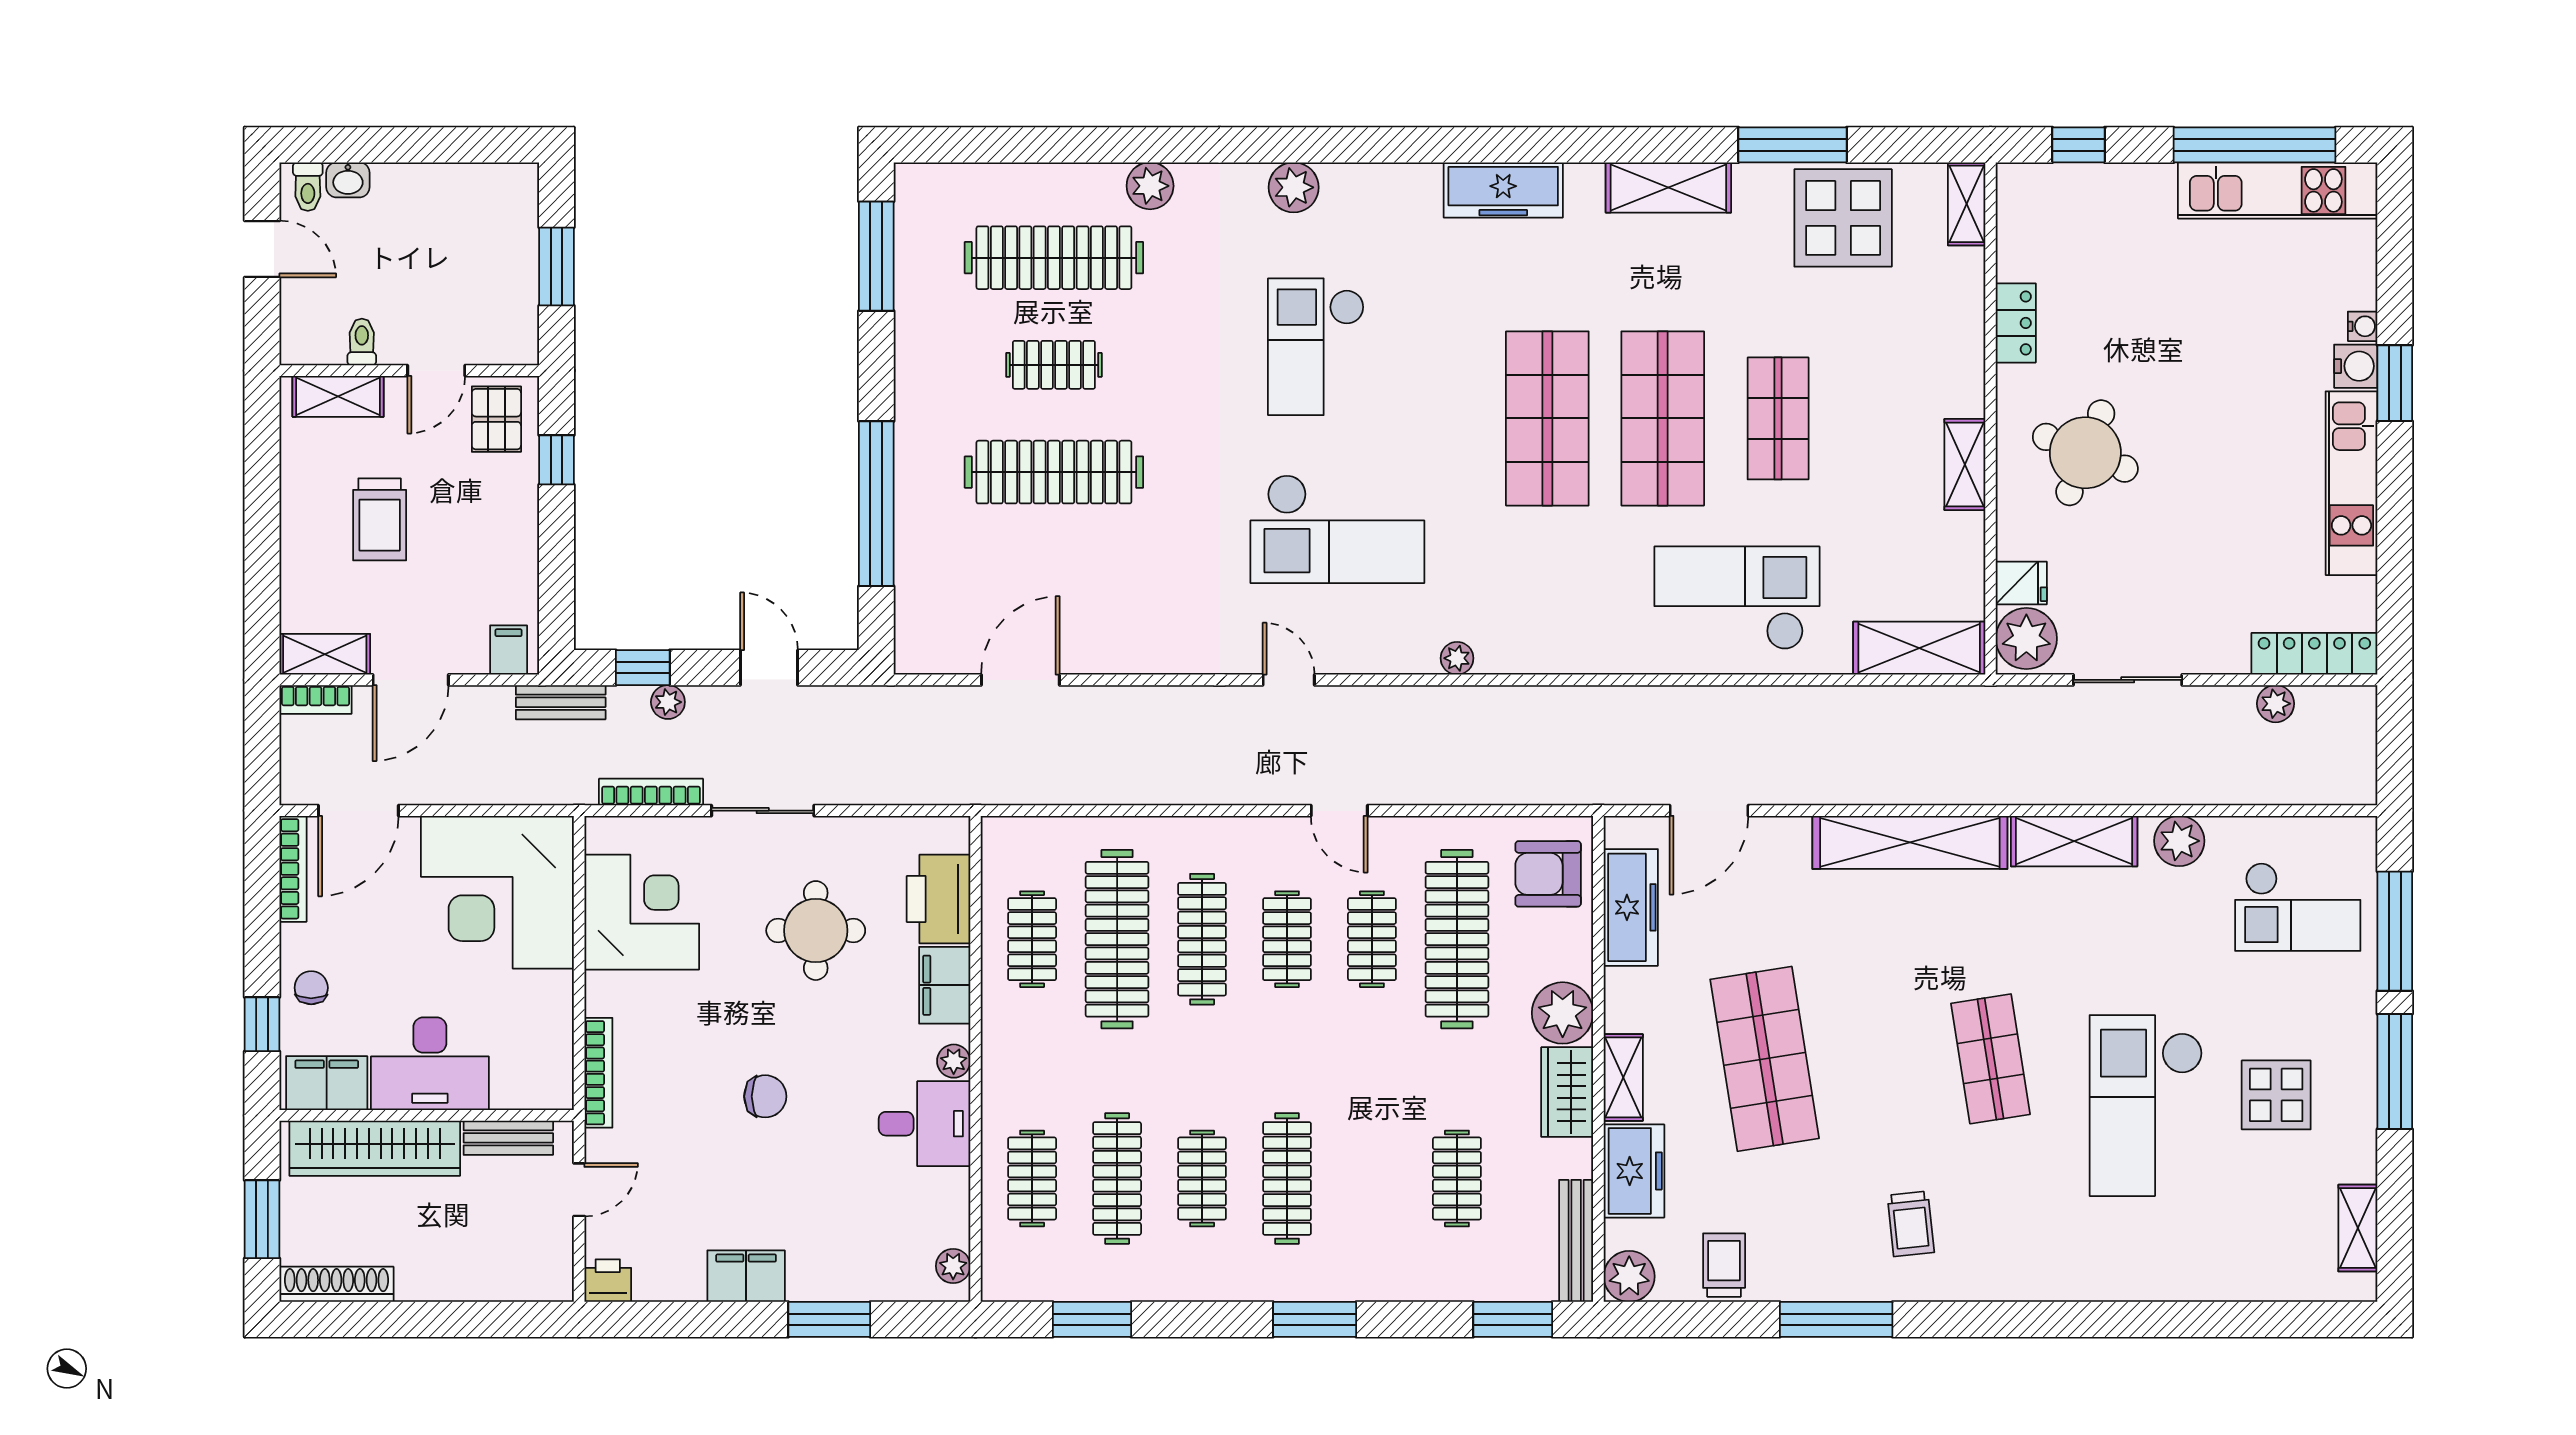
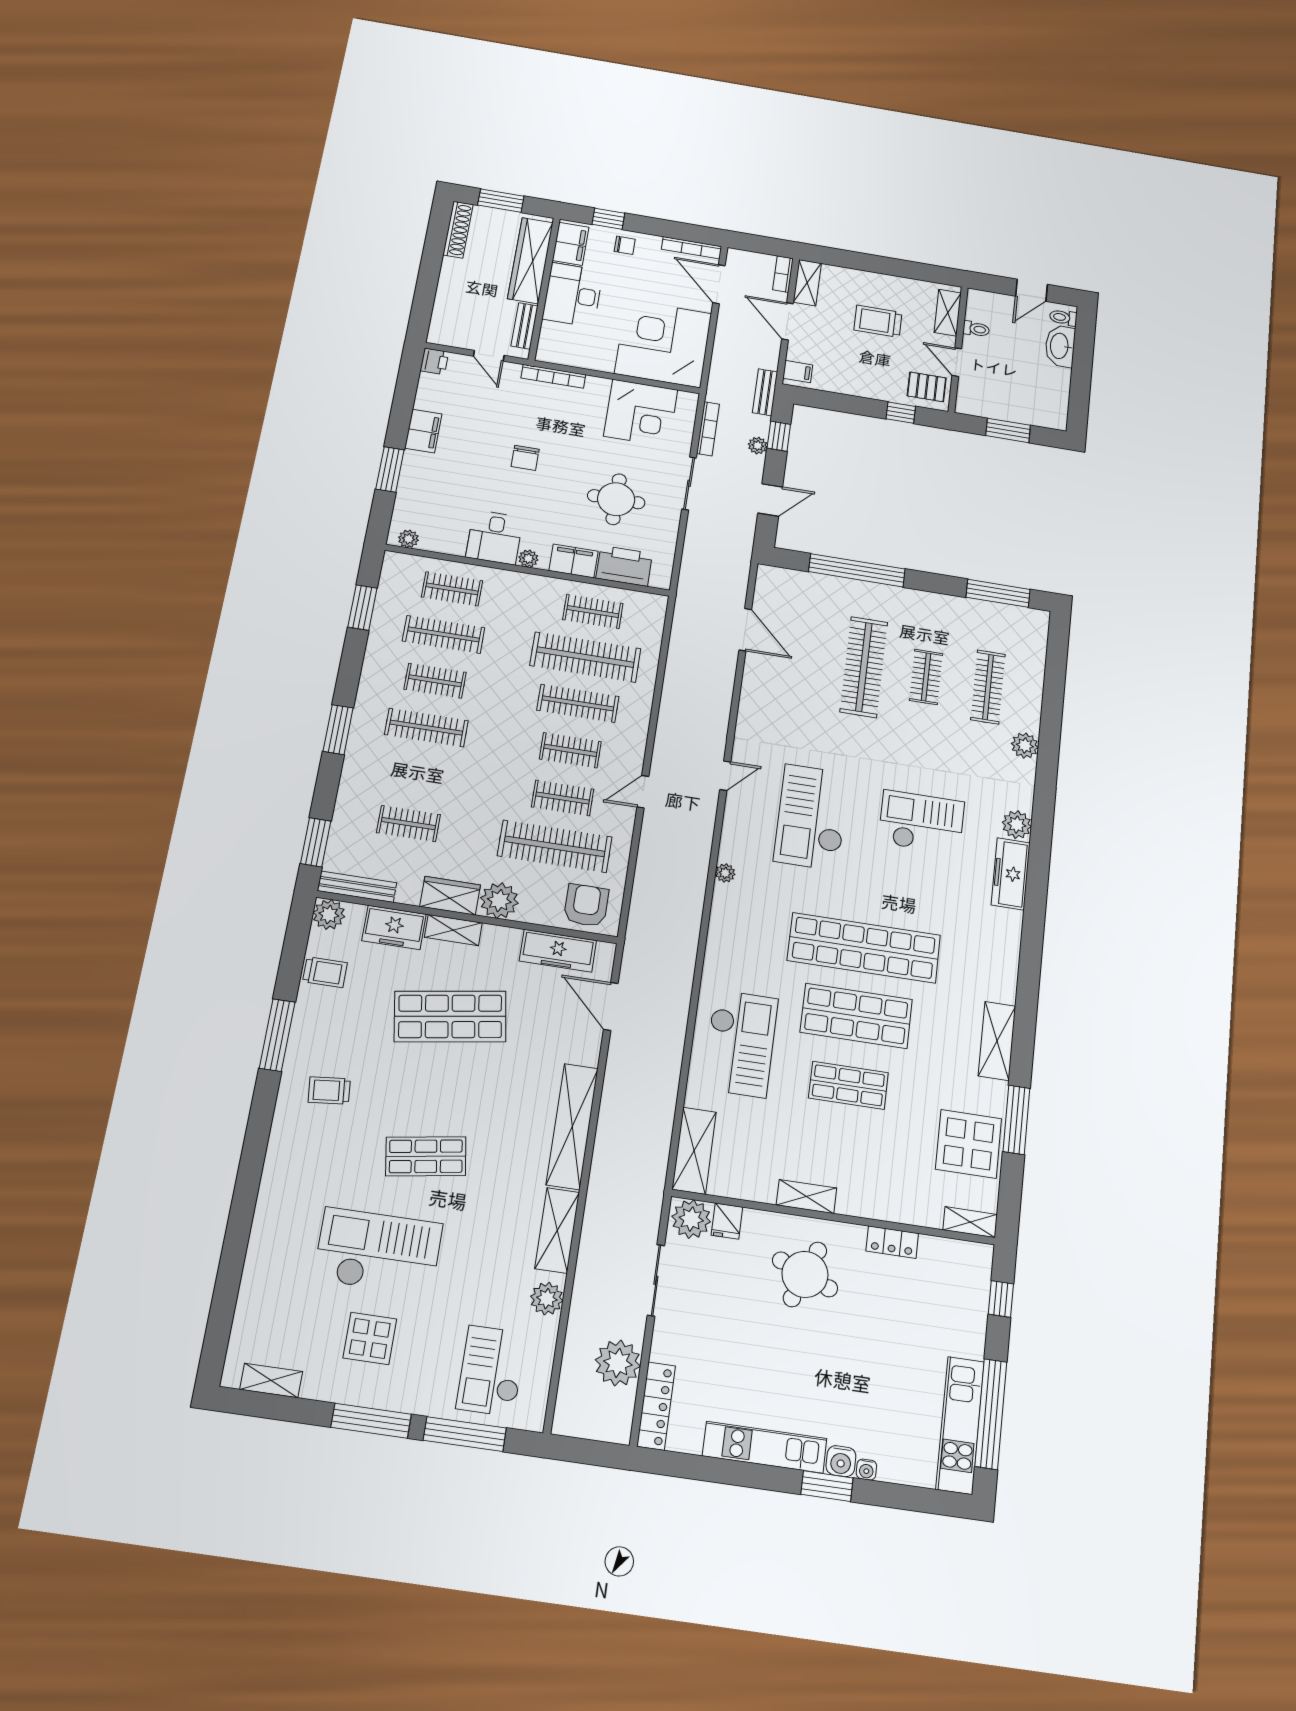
washbasin: (348, 180) -> (1060, 346), width x1.91, depth x1.45
freezer: (1503, 190) -> (1011, 874), moved
clothes rail: (1054, 258) -> (988, 687), width x0.73, depth x0.76
shop shelf: (1547, 418) -> (864, 948), width x1.40
plant: (2276, 704) -> (618, 1363), width x1.88, depth x1.88

